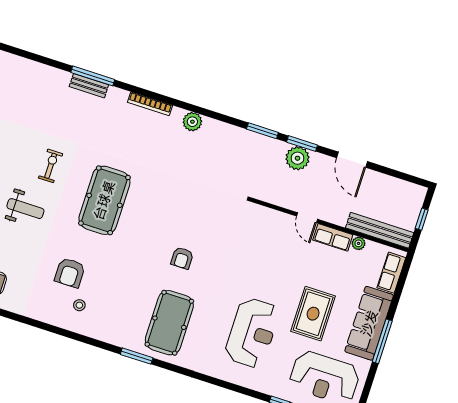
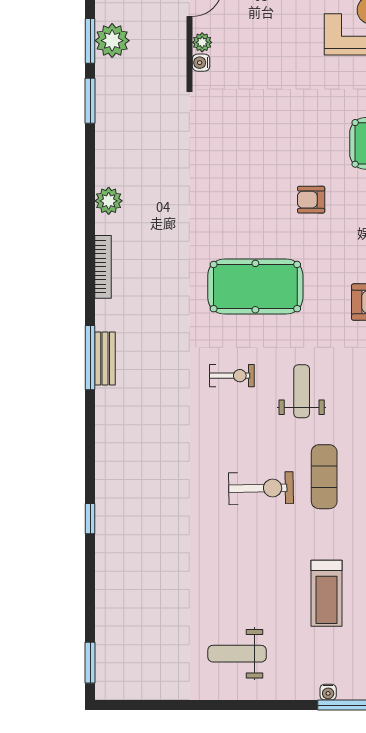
exercise bike: (51, 166) -> (232, 376), turned 180
water cooler: (264, 212) -> (201, 63), added
plant: (277, 217) -> (202, 42), added
armchair: (182, 258) -> (311, 200), moved, turned 180

